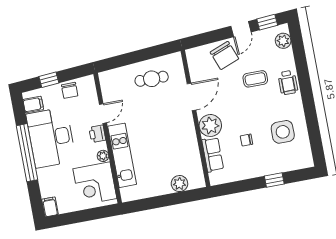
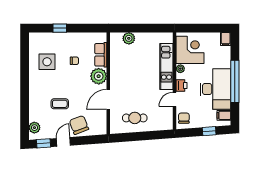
wheelchair: (288, 83) -> (37, 97), removed
chair: (70, 90) -> (184, 118), moved

